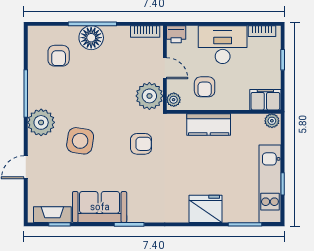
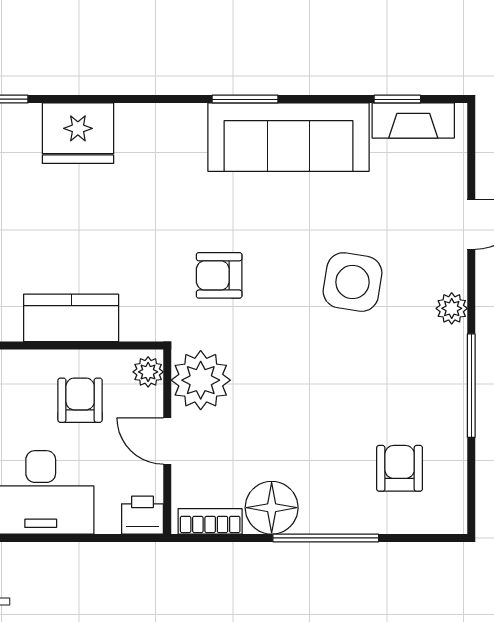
floor lamp: (91, 38) -> (272, 508), moved
plant: (41, 122) -> (452, 308), width x0.53, depth x0.53
sofa: (100, 207) -> (289, 137), width x1.36

